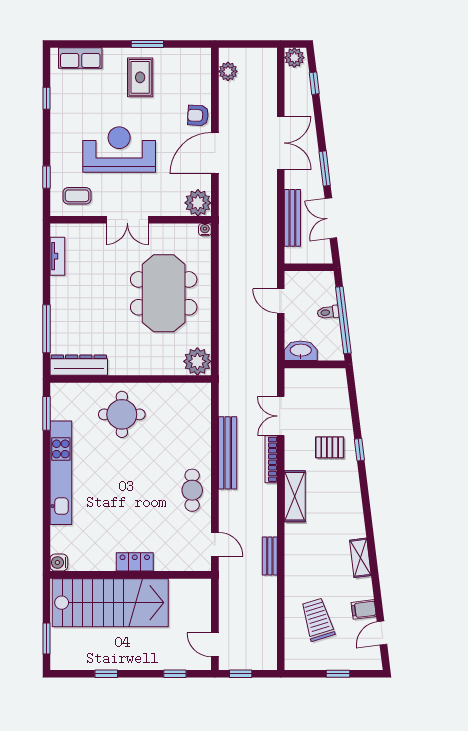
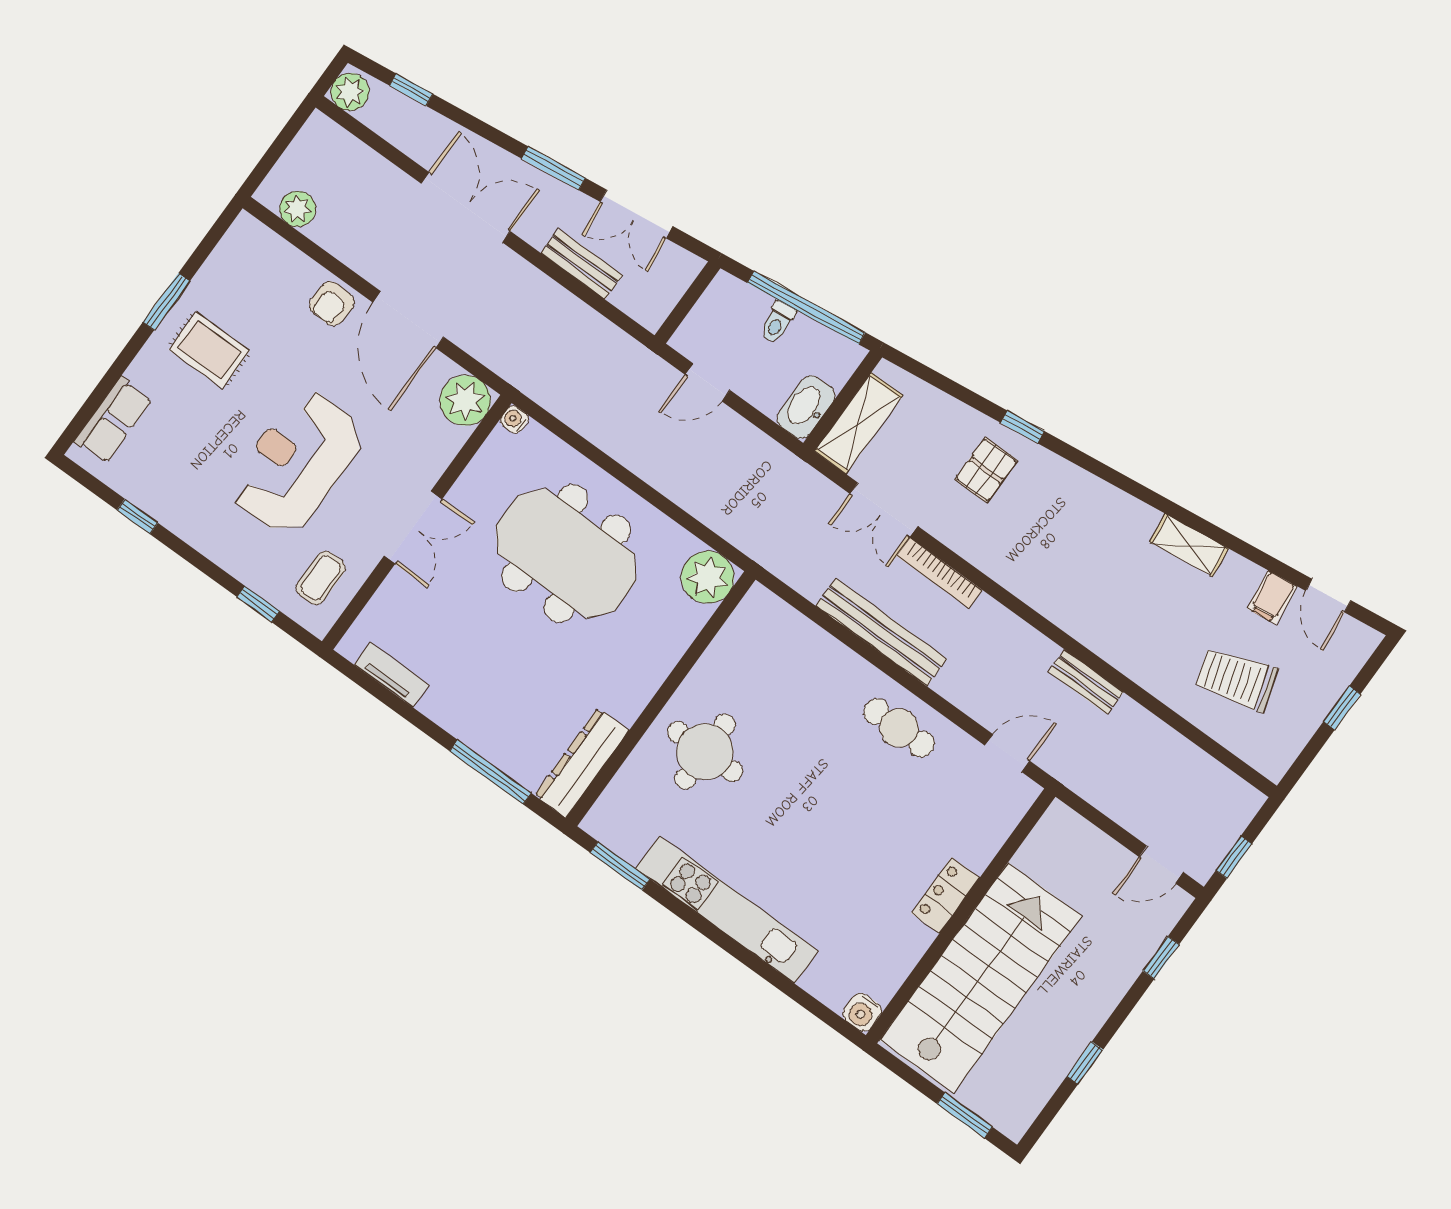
bench: (292, 218) -> (582, 264), width x0.73
shelving: (295, 496) -> (859, 423), moved, turned 90

